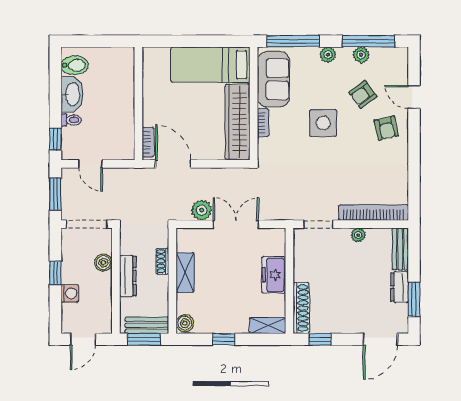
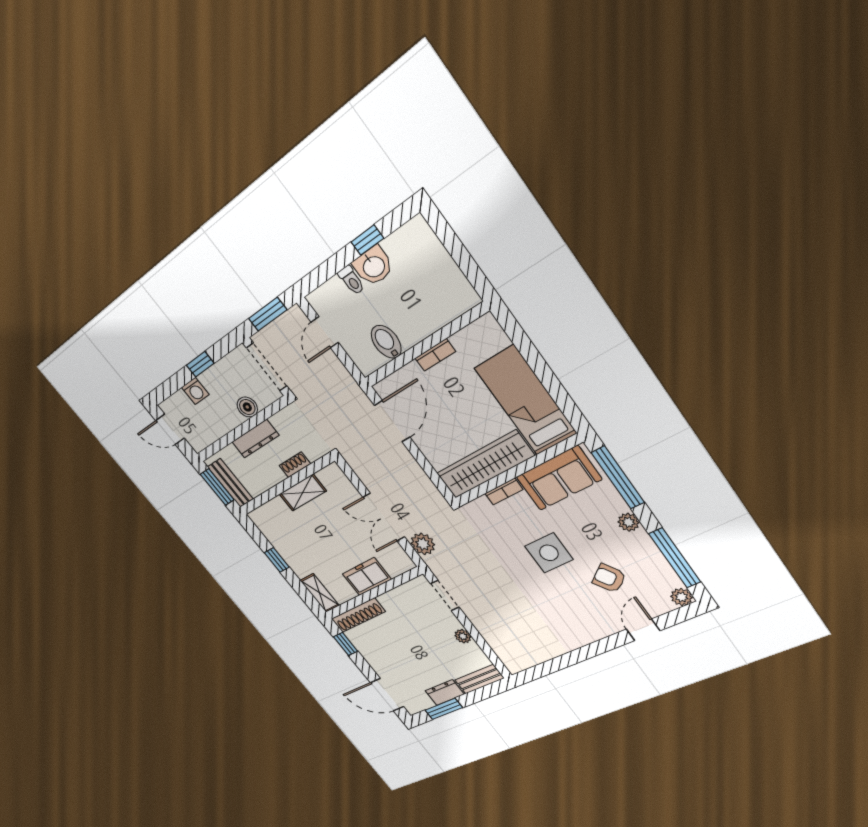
plant: (361, 55) -> (682, 597), moved
bidet: (75, 65) -> (386, 342), moved, turned 180
washbasin: (72, 94) -> (373, 266), width x0.72
armchair: (386, 128) -> (590, 617), removed
window: (55, 139) -> (367, 240), moved
bookcase: (148, 142) -> (435, 355), moved
plant: (202, 210) -> (423, 544), moved
bookcase: (373, 213) -> (495, 641), removed
double door: (236, 224) -> (384, 517), swing flipped
boiler: (185, 323) -> (261, 517), removed

